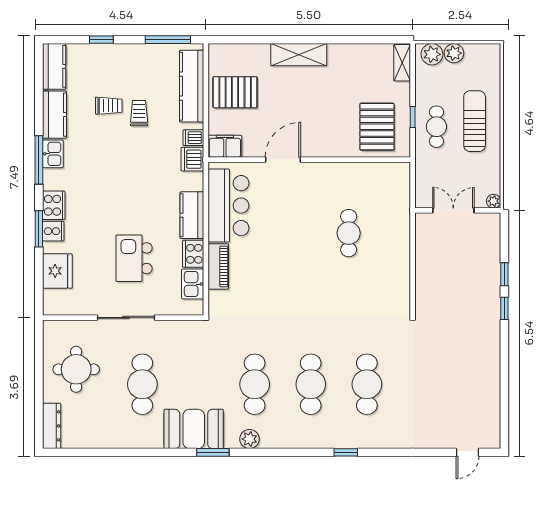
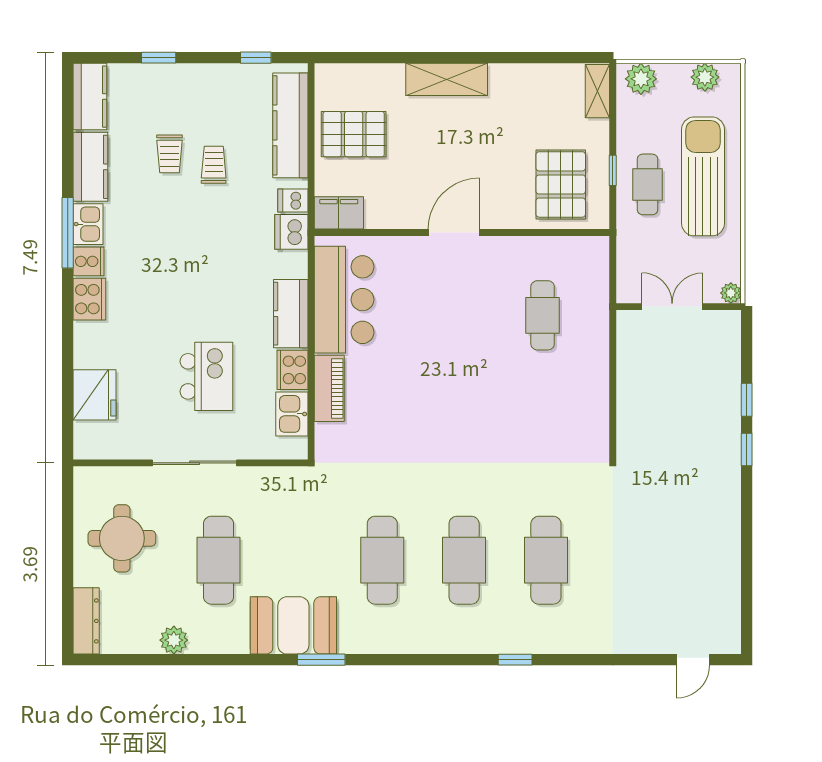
window: (168, 40) -> (256, 58), width x0.46
plant: (454, 53) -> (705, 77), moved
trolley: (109, 106) -> (170, 154), turned 90
sun lounger: (475, 121) -> (703, 176), width x1.36, depth x1.34
door: (283, 160) -> (454, 233), moved
window: (39, 229) -> (68, 334), removed
cooker: (53, 231) -> (89, 261), moved
cafe table: (349, 233) -> (543, 315), moved
kitchen island: (134, 258) -> (206, 376), turned 180
plant: (249, 439) -> (174, 640), moved

